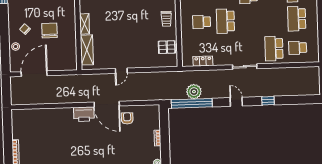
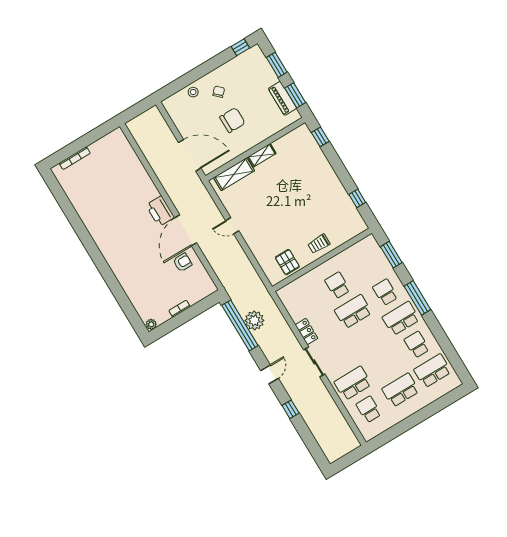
locker: (203, 61) -> (306, 332), moved
door: (34, 74) -> (190, 155), moved

